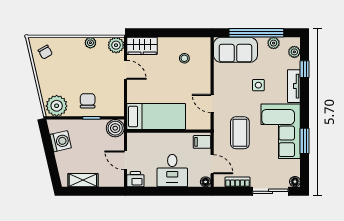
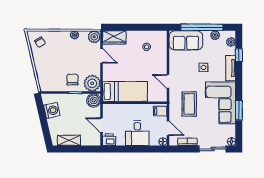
plant: (57, 106) -> (92, 83), moved

